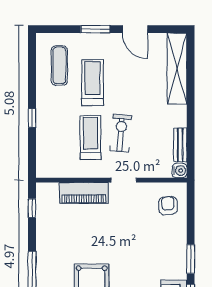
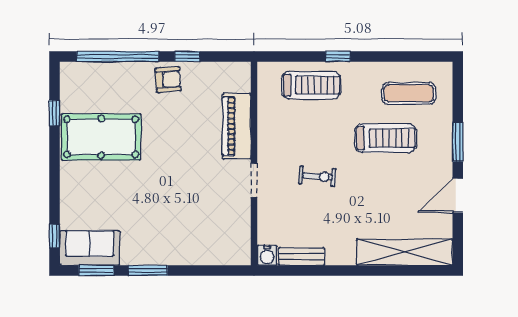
exercise bike: (121, 133) -> (317, 176), width x0.73, depth x0.72
treadmill: (90, 138) -> (311, 85), moved
armchair: (168, 206) -> (168, 80), moved
window: (32, 208) -> (187, 56), moved

